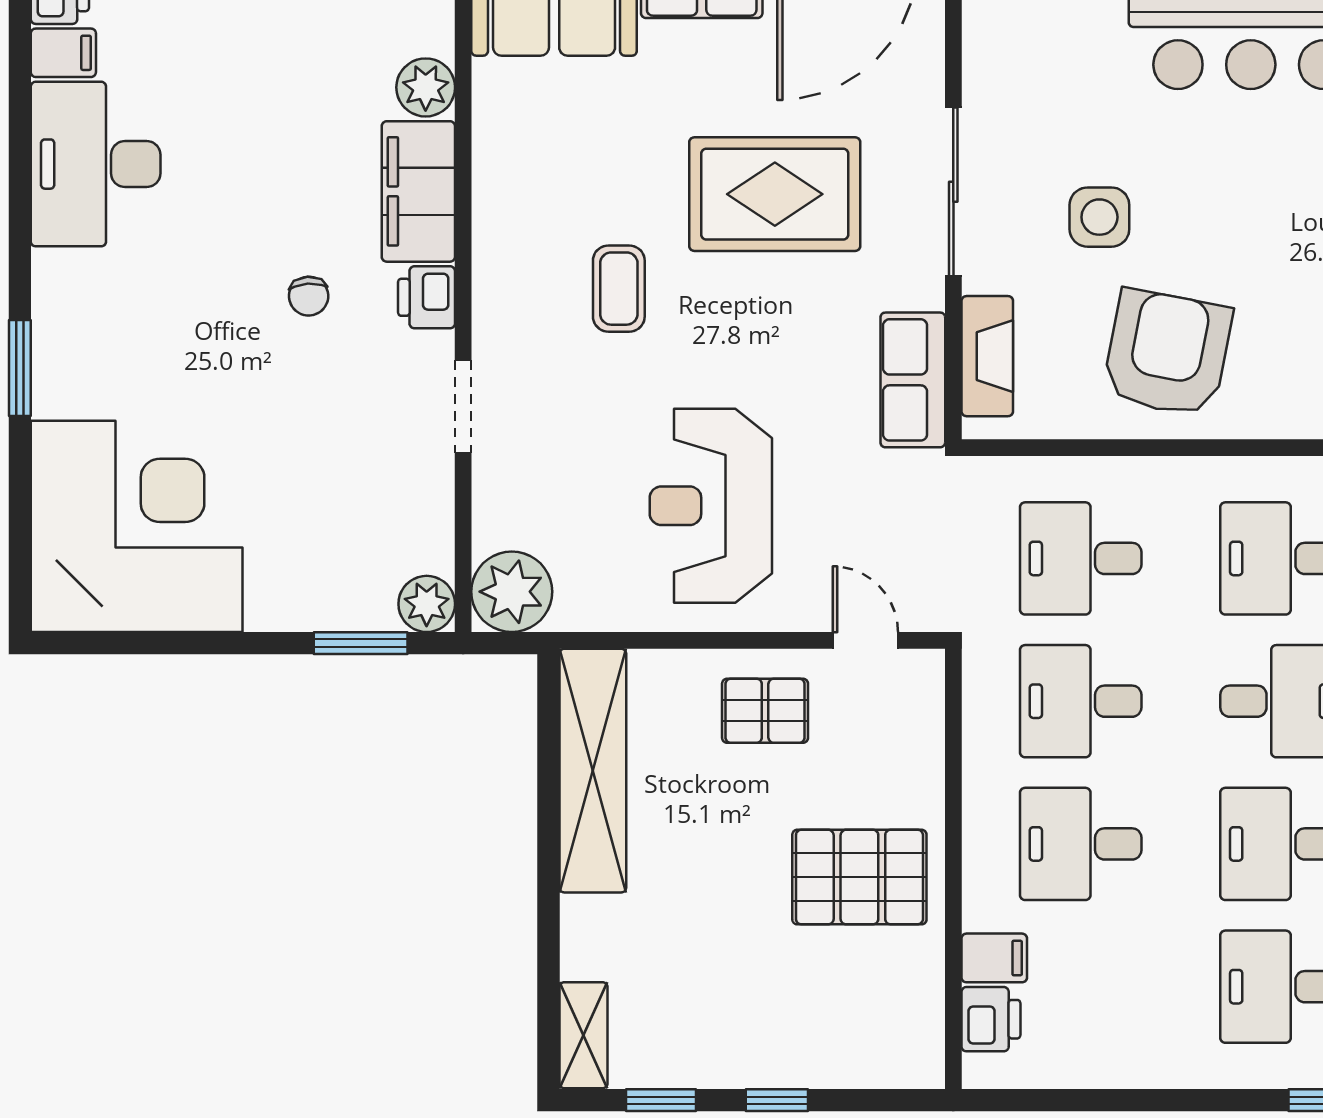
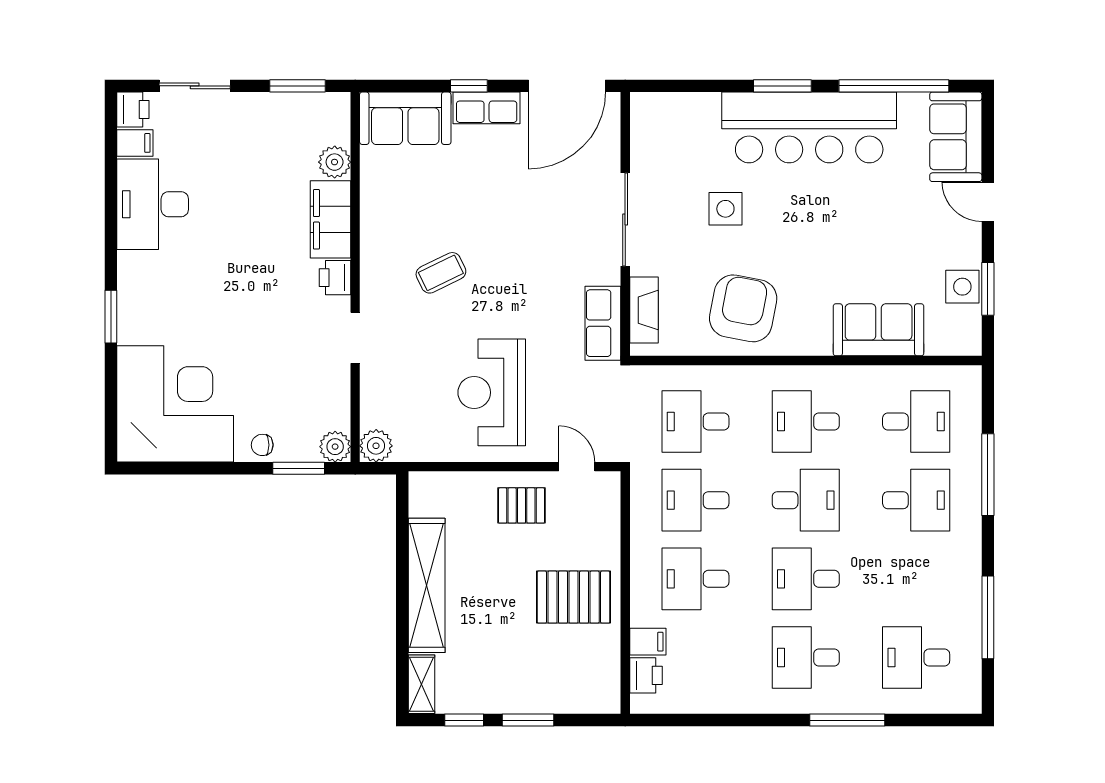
rug: (775, 194) -> (527, 221), removed
side table: (1099, 217) -> (725, 209), moved
coffee table: (619, 289) -> (441, 273), turned 64
chair: (309, 296) -> (262, 445), moved, turned 94
plant: (512, 592) -> (376, 446), width x0.73, depth x0.73
shelving: (593, 771) -> (427, 585), moved
window: (777, 1100) -> (528, 720), width x1.50

